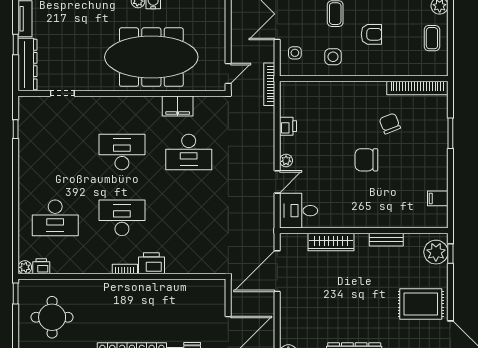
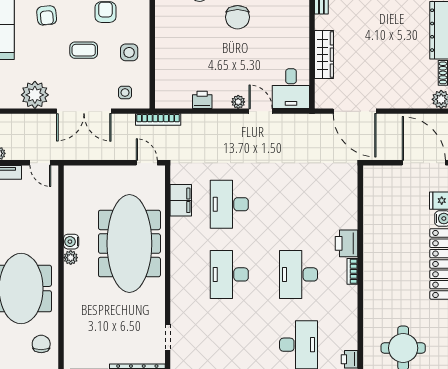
filing cabinet: (178, 106) -> (181, 200), moved
desk: (189, 152) -> (229, 204), turned 180

